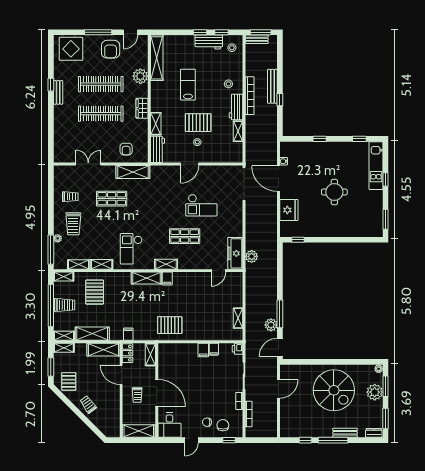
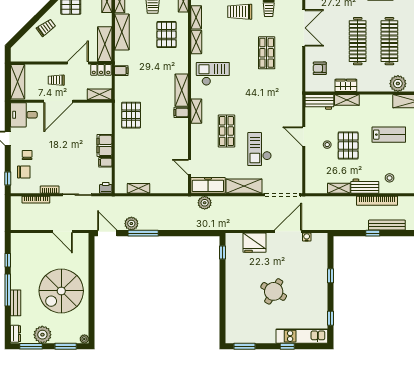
wardrobe: (142, 108) -> (346, 85), moved
double door: (88, 164) -> (304, 28), width x1.37
shelving: (133, 172) -> (244, 186), moved, turned 90
round table: (334, 192) -> (274, 291), turned 30
pallet: (95, 292) -> (167, 35), turned 90
filing cabinet: (203, 350) -> (104, 145), width x2.00
plant: (375, 392) -> (42, 335), moved

